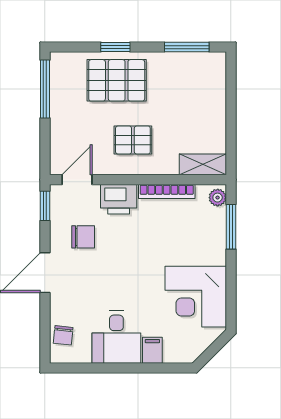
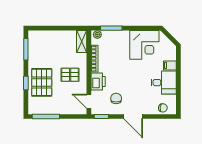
pallet: (133, 140) -> (70, 75), turned 90

